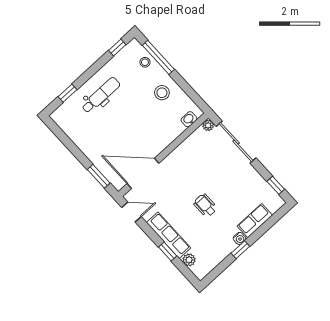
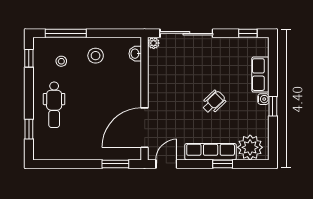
stool: (145, 62) -> (61, 61), moved
dental chair: (101, 95) -> (54, 105), turned 180
wheelchair: (205, 205) -> (214, 102), turned 136
plant: (189, 260) -> (250, 147), width x1.87, depth x1.87

